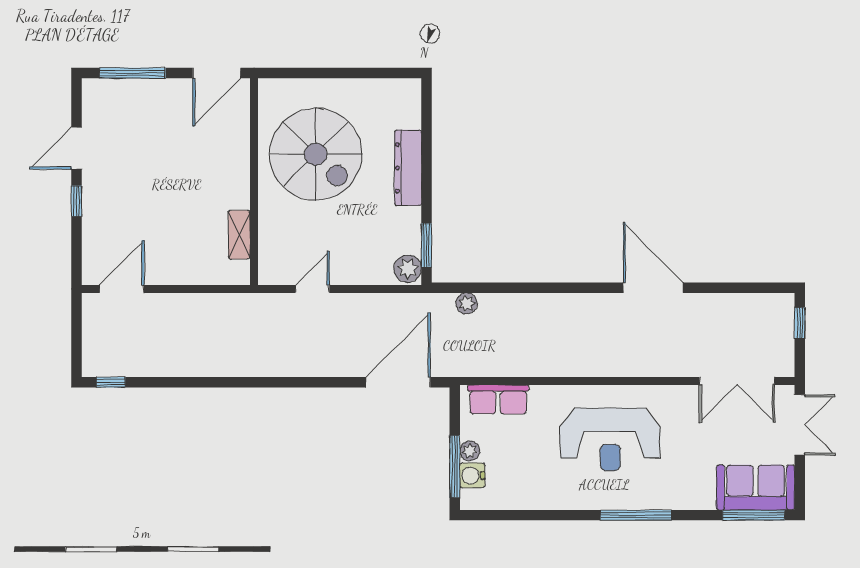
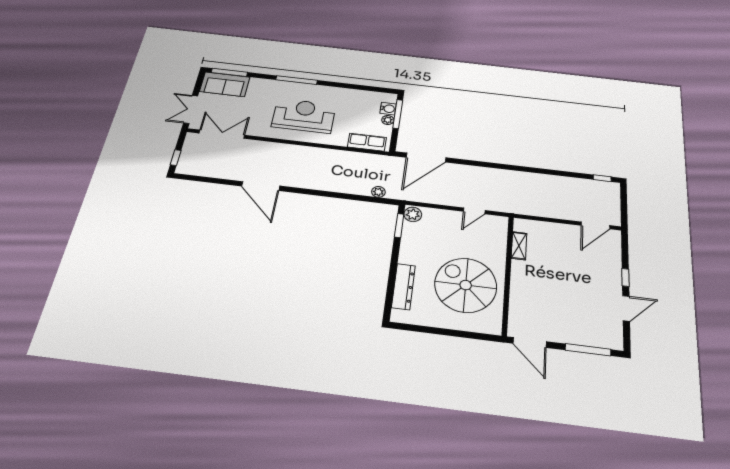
door: (217, 73) -> (530, 342), swing flipped
dresser: (408, 168) -> (403, 287), moved

